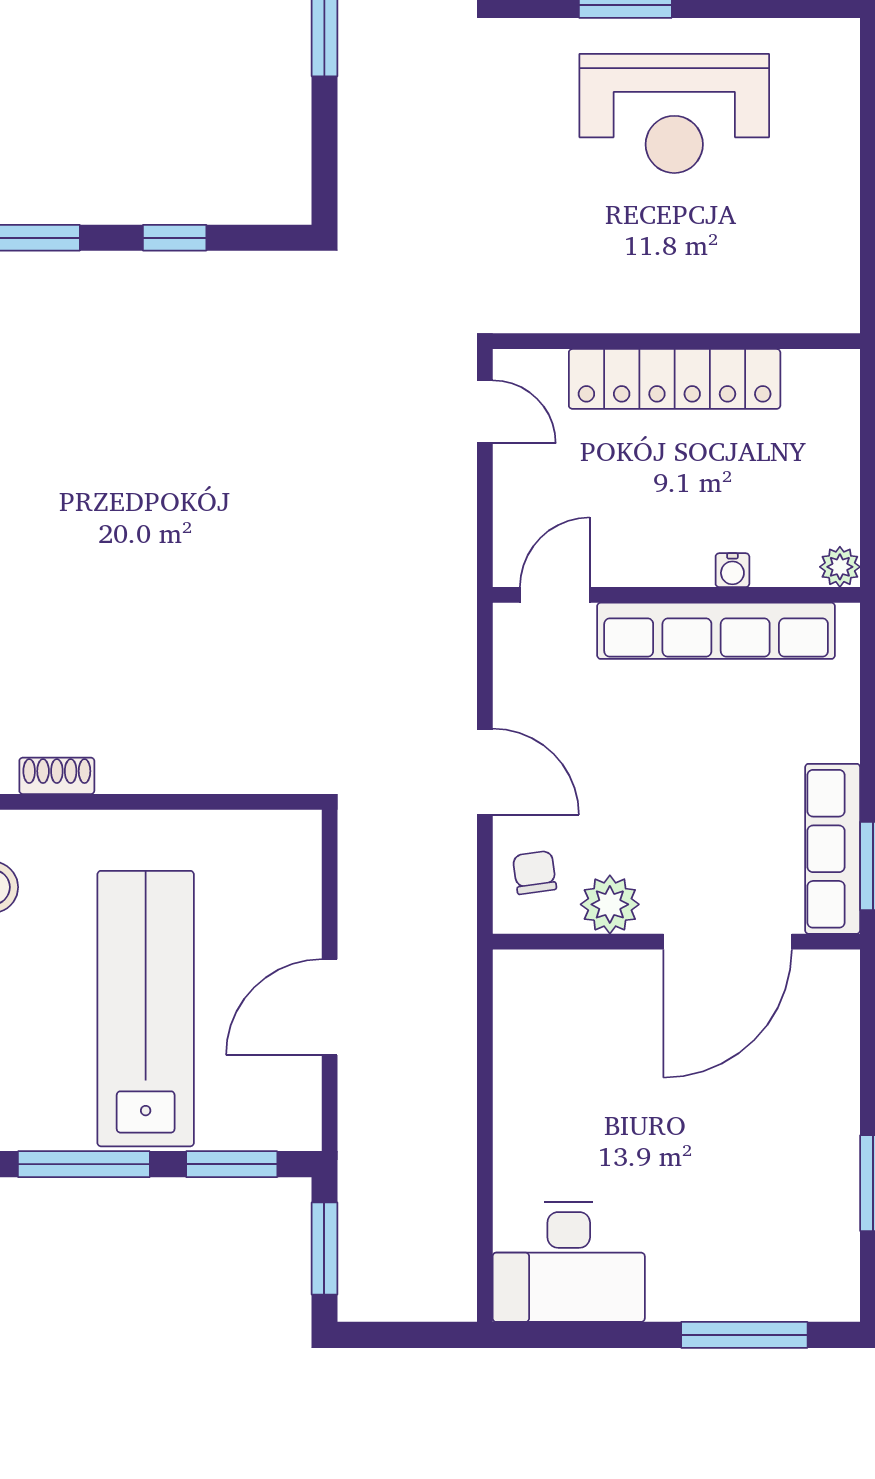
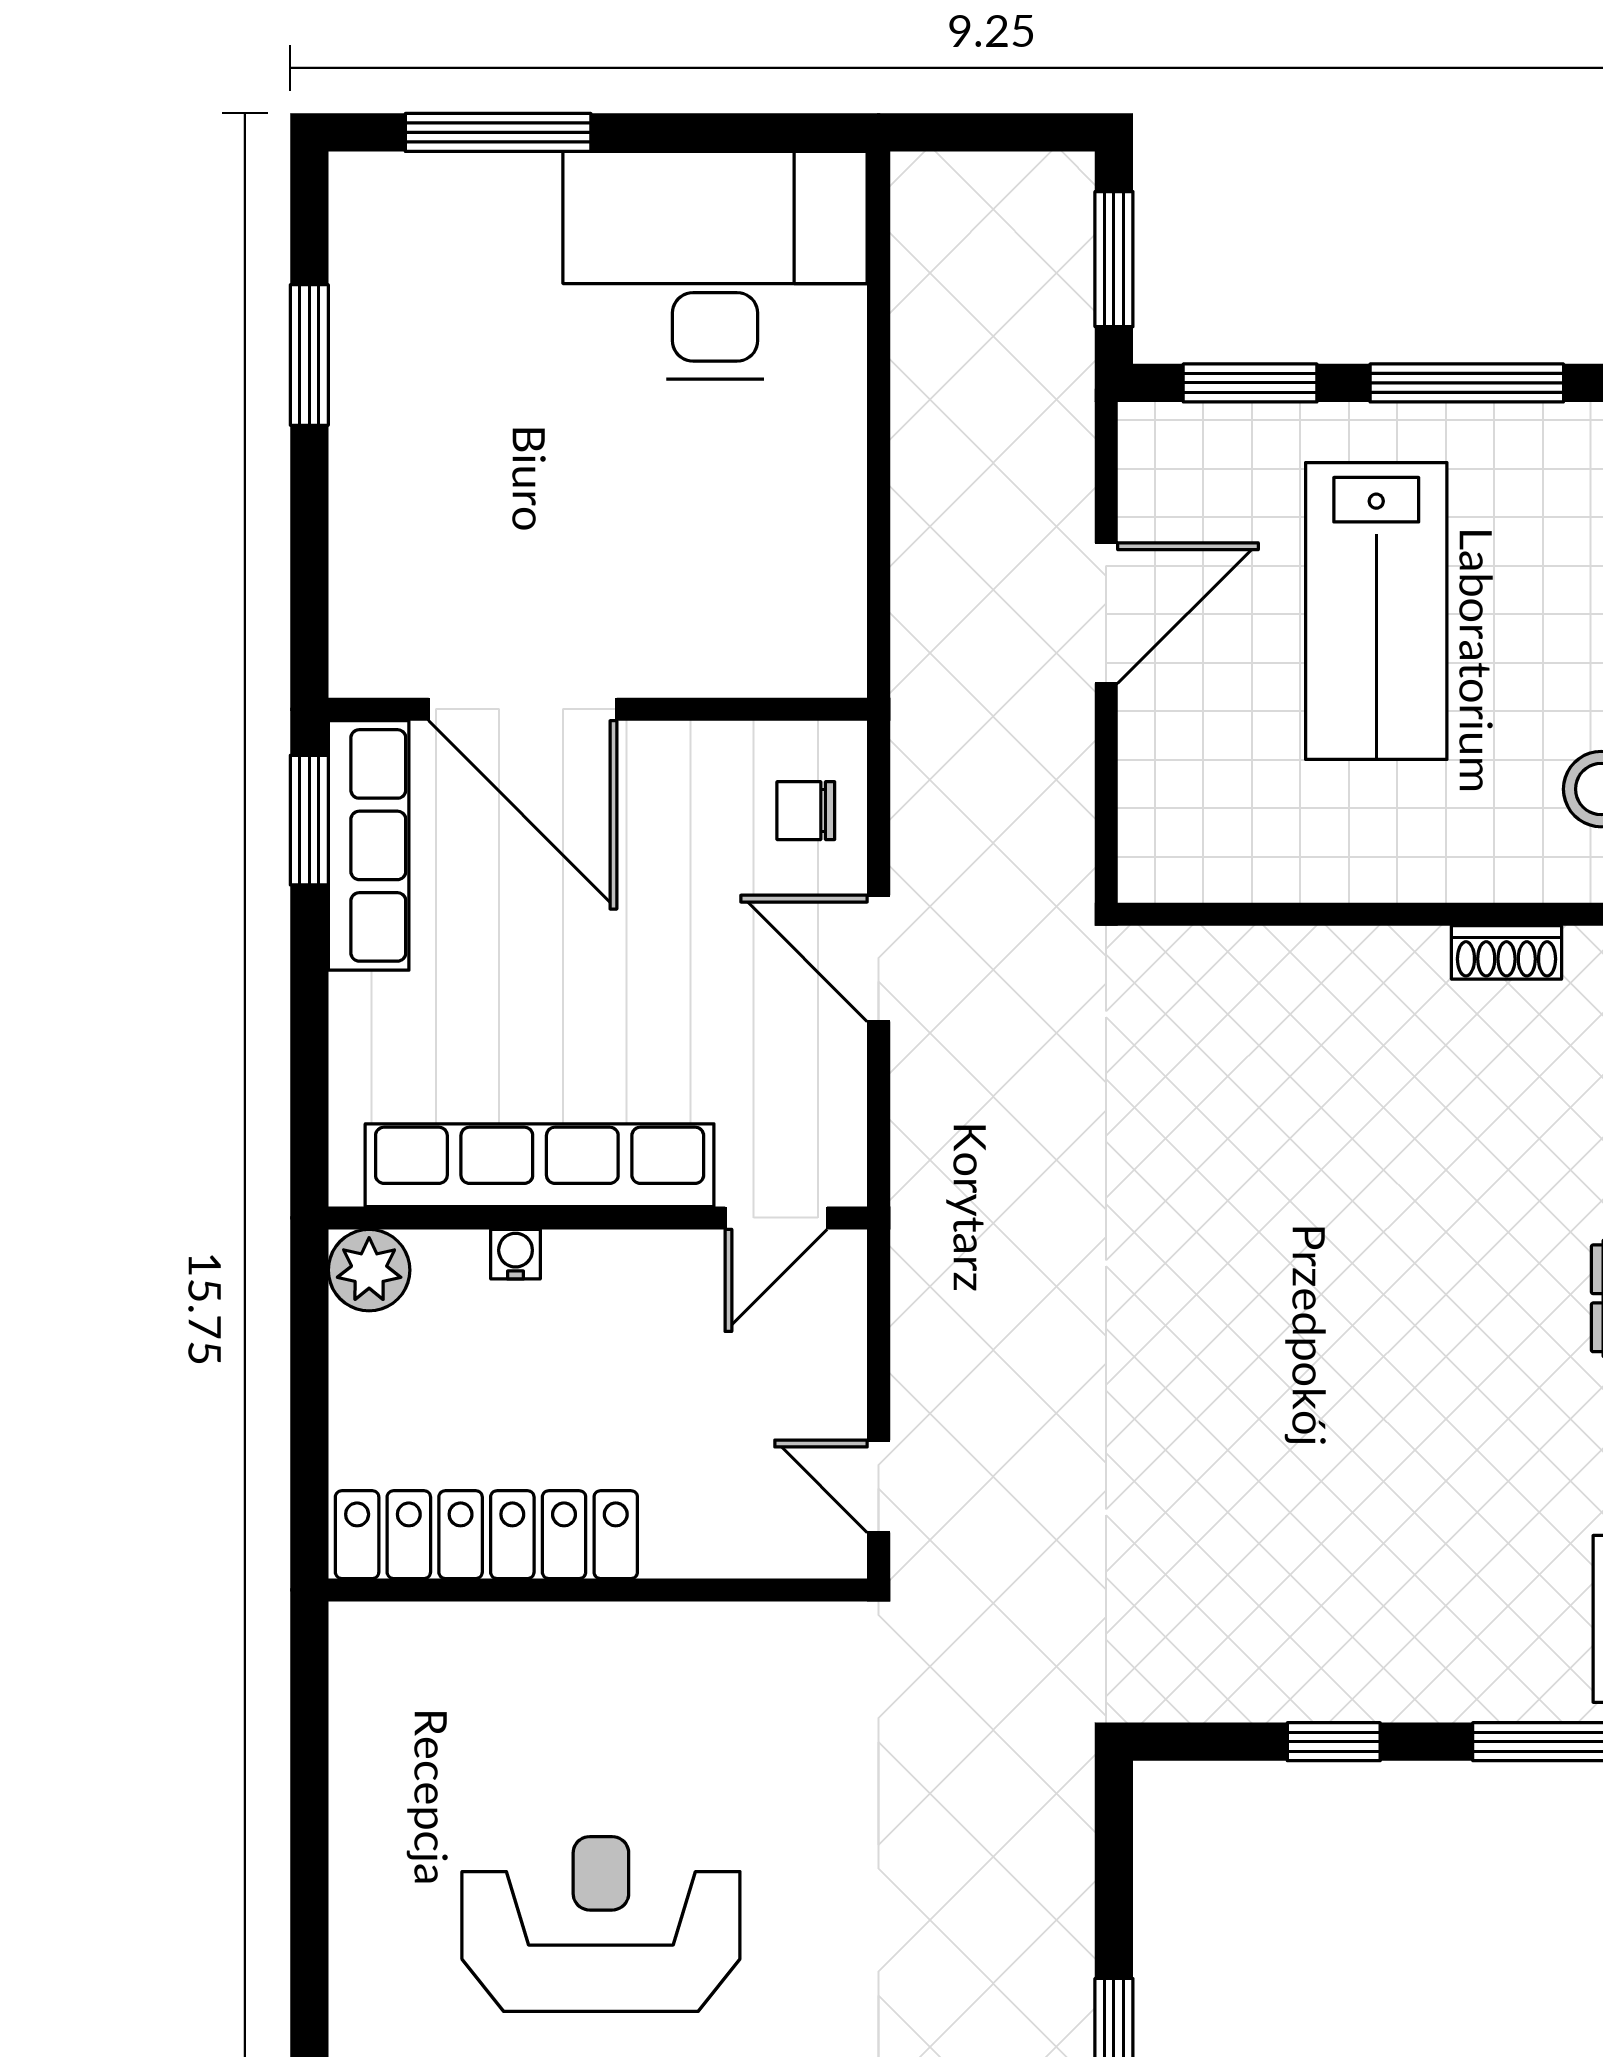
locker: (675, 379) -> (486, 1535), moved
plant: (840, 567) -> (369, 1270), width x1.38, depth x1.38
chair: (535, 872) -> (806, 811), turned 98
plant: (610, 904) -> (695, 764), removed
door: (728, 942) -> (523, 709), swing flipped
lab bench: (146, 1009) -> (1376, 611), width x0.73
desk: (569, 1262) -> (715, 265), width x1.36, depth x1.30

